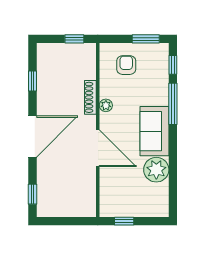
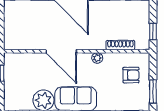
shoe rack: (90, 97) -> (120, 45), moved
door: (98, 148) -> (61, 51), hinge flipped

